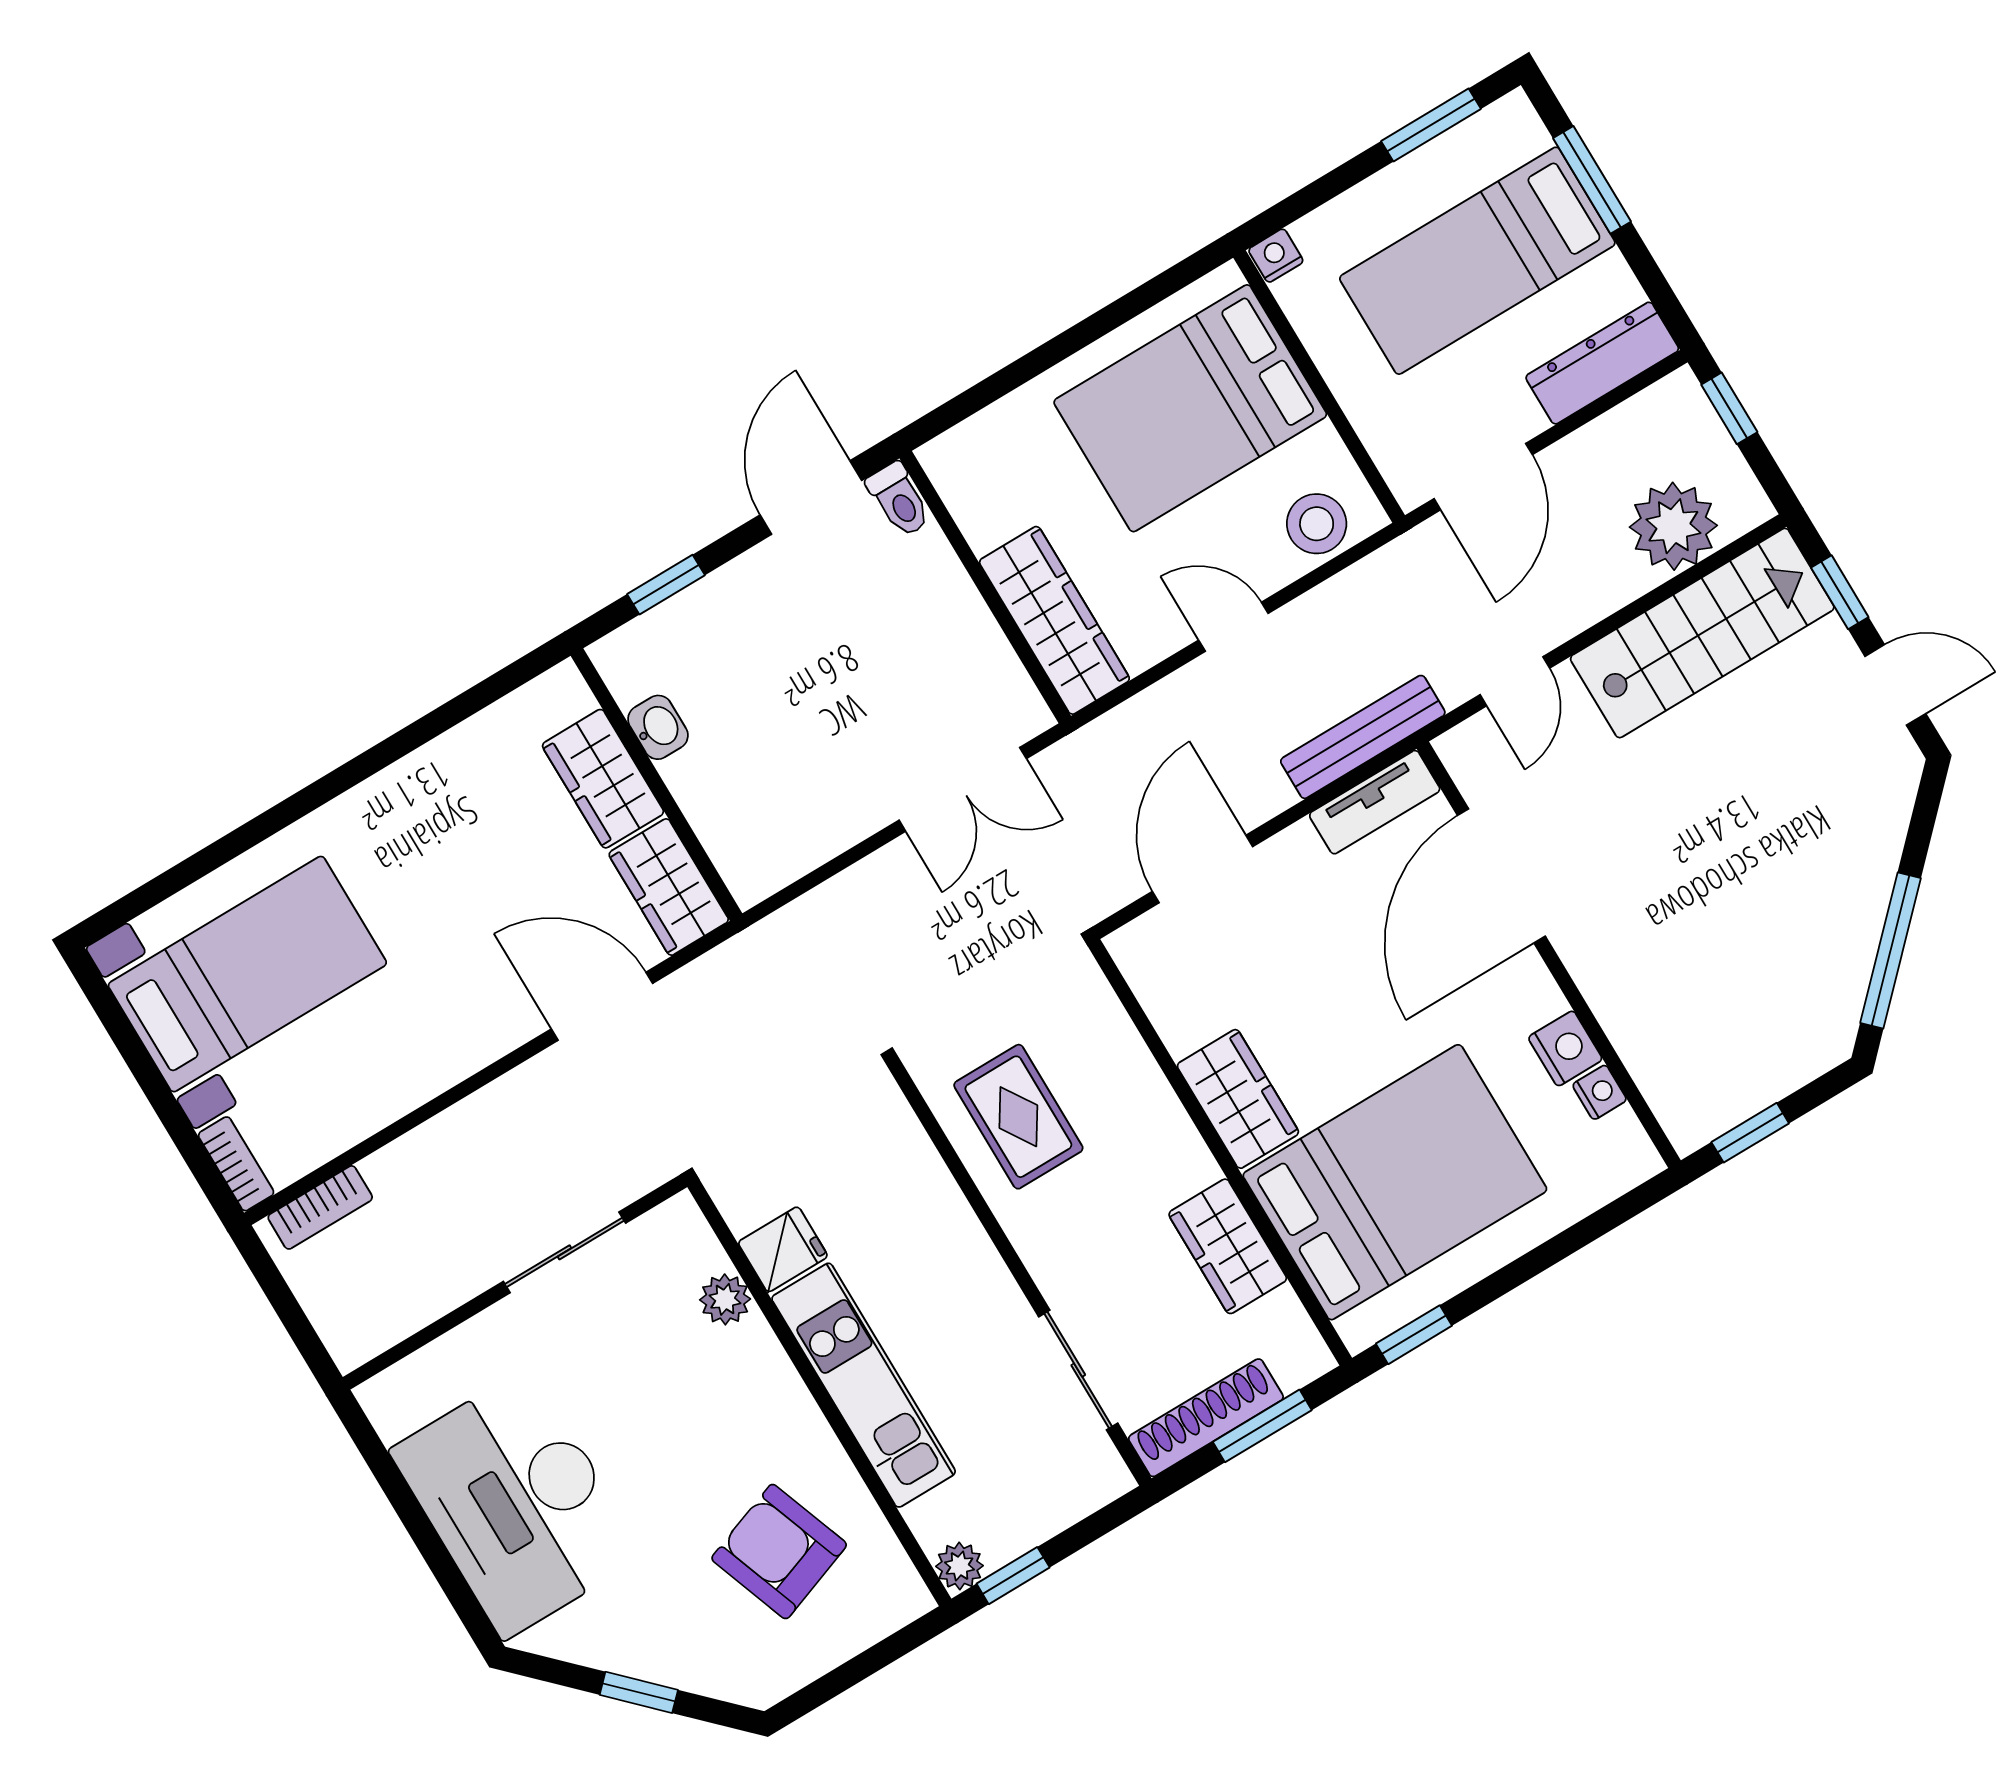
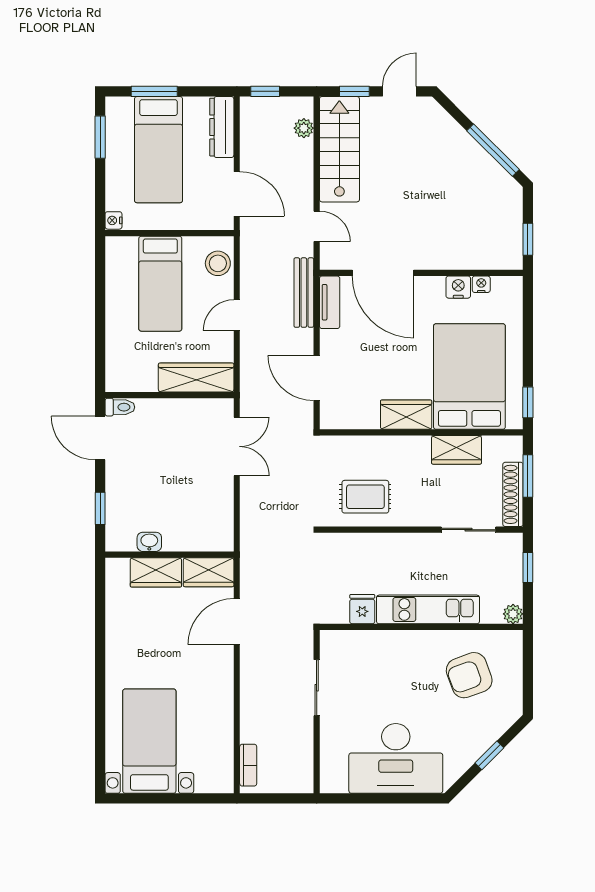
bed: (1190, 408) -> (160, 284), width x0.67
plant: (1673, 526) -> (304, 128), width x0.53, depth x0.53
bookcase: (236, 1164) -> (215, 786), removed
plant: (725, 1299) -> (368, 640), removed
window: (1013, 1576) -> (528, 567), moved

